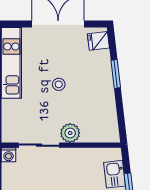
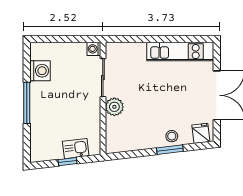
stool: (59, 84) -> (172, 136), moved

